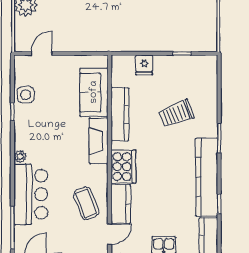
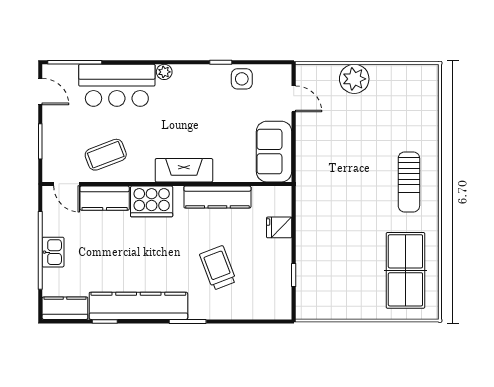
sofa: (94, 92) -> (274, 152), moved, turned -90

